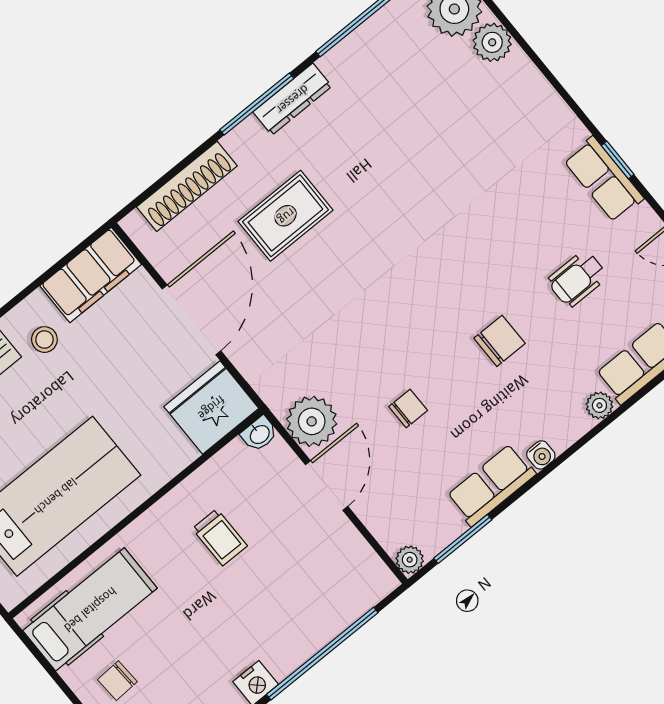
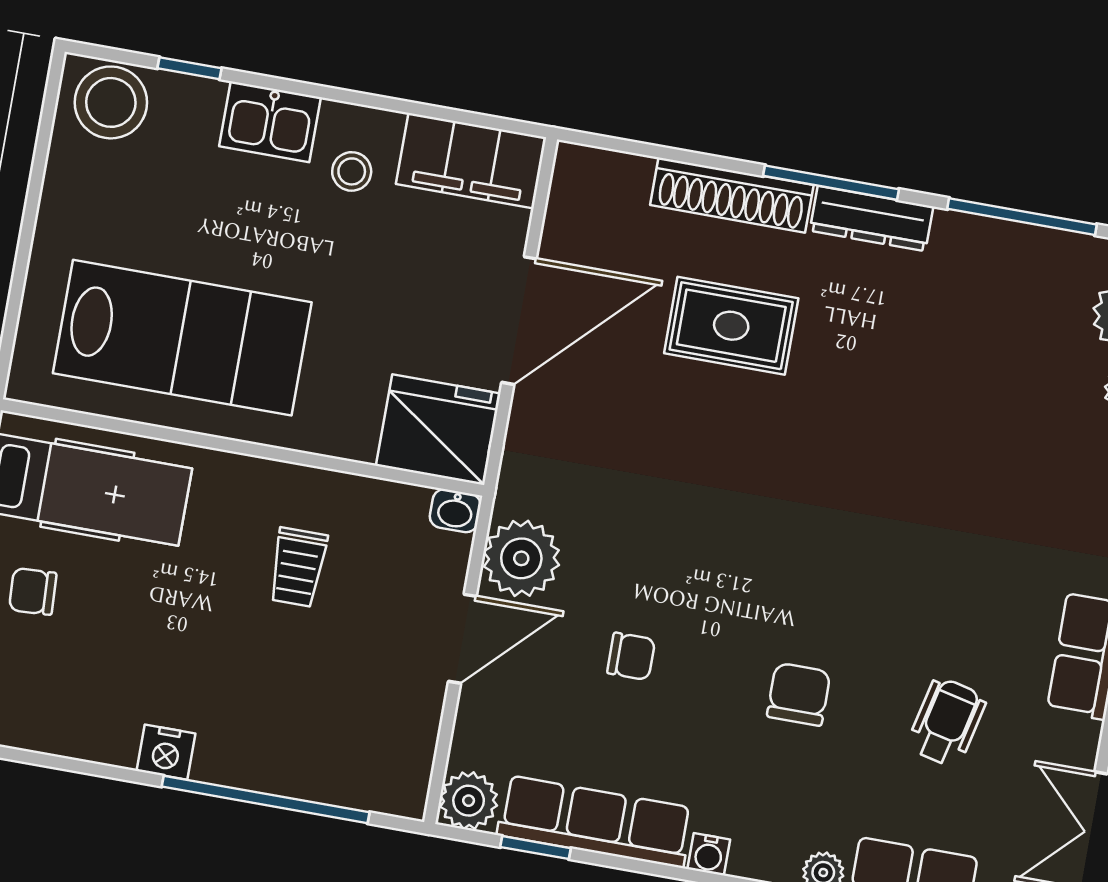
shoe rack: (187, 186) -> (732, 195), moved
wheelchair: (577, 279) -> (947, 722), turned 103
chair: (499, 341) -> (799, 694), turned -90
row of seats: (491, 485) -> (595, 821), width x1.48
window: (463, 539) -> (535, 848), width x0.67
plant: (410, 560) -> (469, 801), width x1.38, depth x1.38

